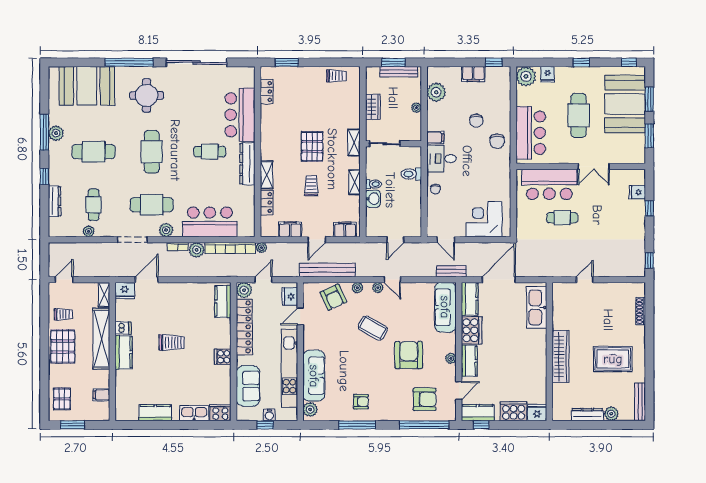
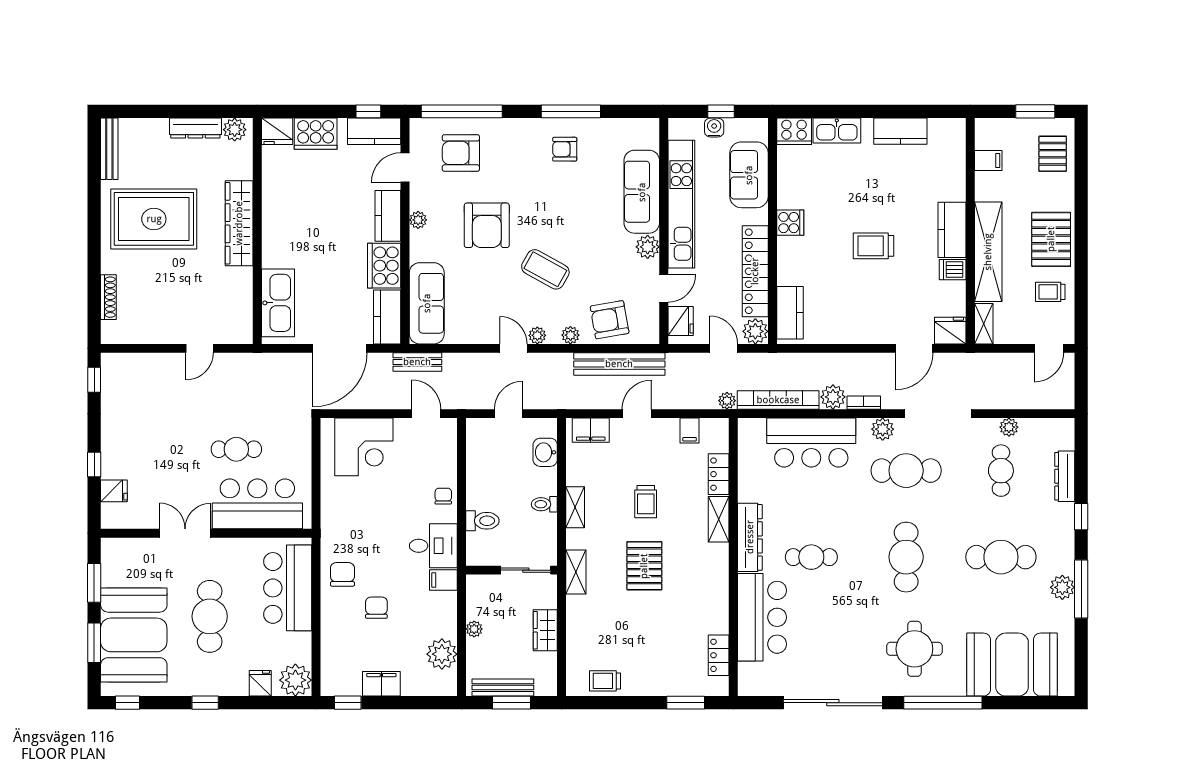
washbasin: (373, 199) -> (545, 452), moved
filing cabinet: (290, 229) -> (690, 430), width x0.50
doorway: (132, 240) -> (938, 414), width x1.36
door: (264, 280) -> (724, 348), swing flipped
armchair: (333, 297) -> (610, 320), turned -75
rug: (613, 359) -> (154, 219), width x1.37, depth x1.44
plant: (310, 409) -> (648, 247), moved
plant: (611, 414) -> (235, 130), moved

